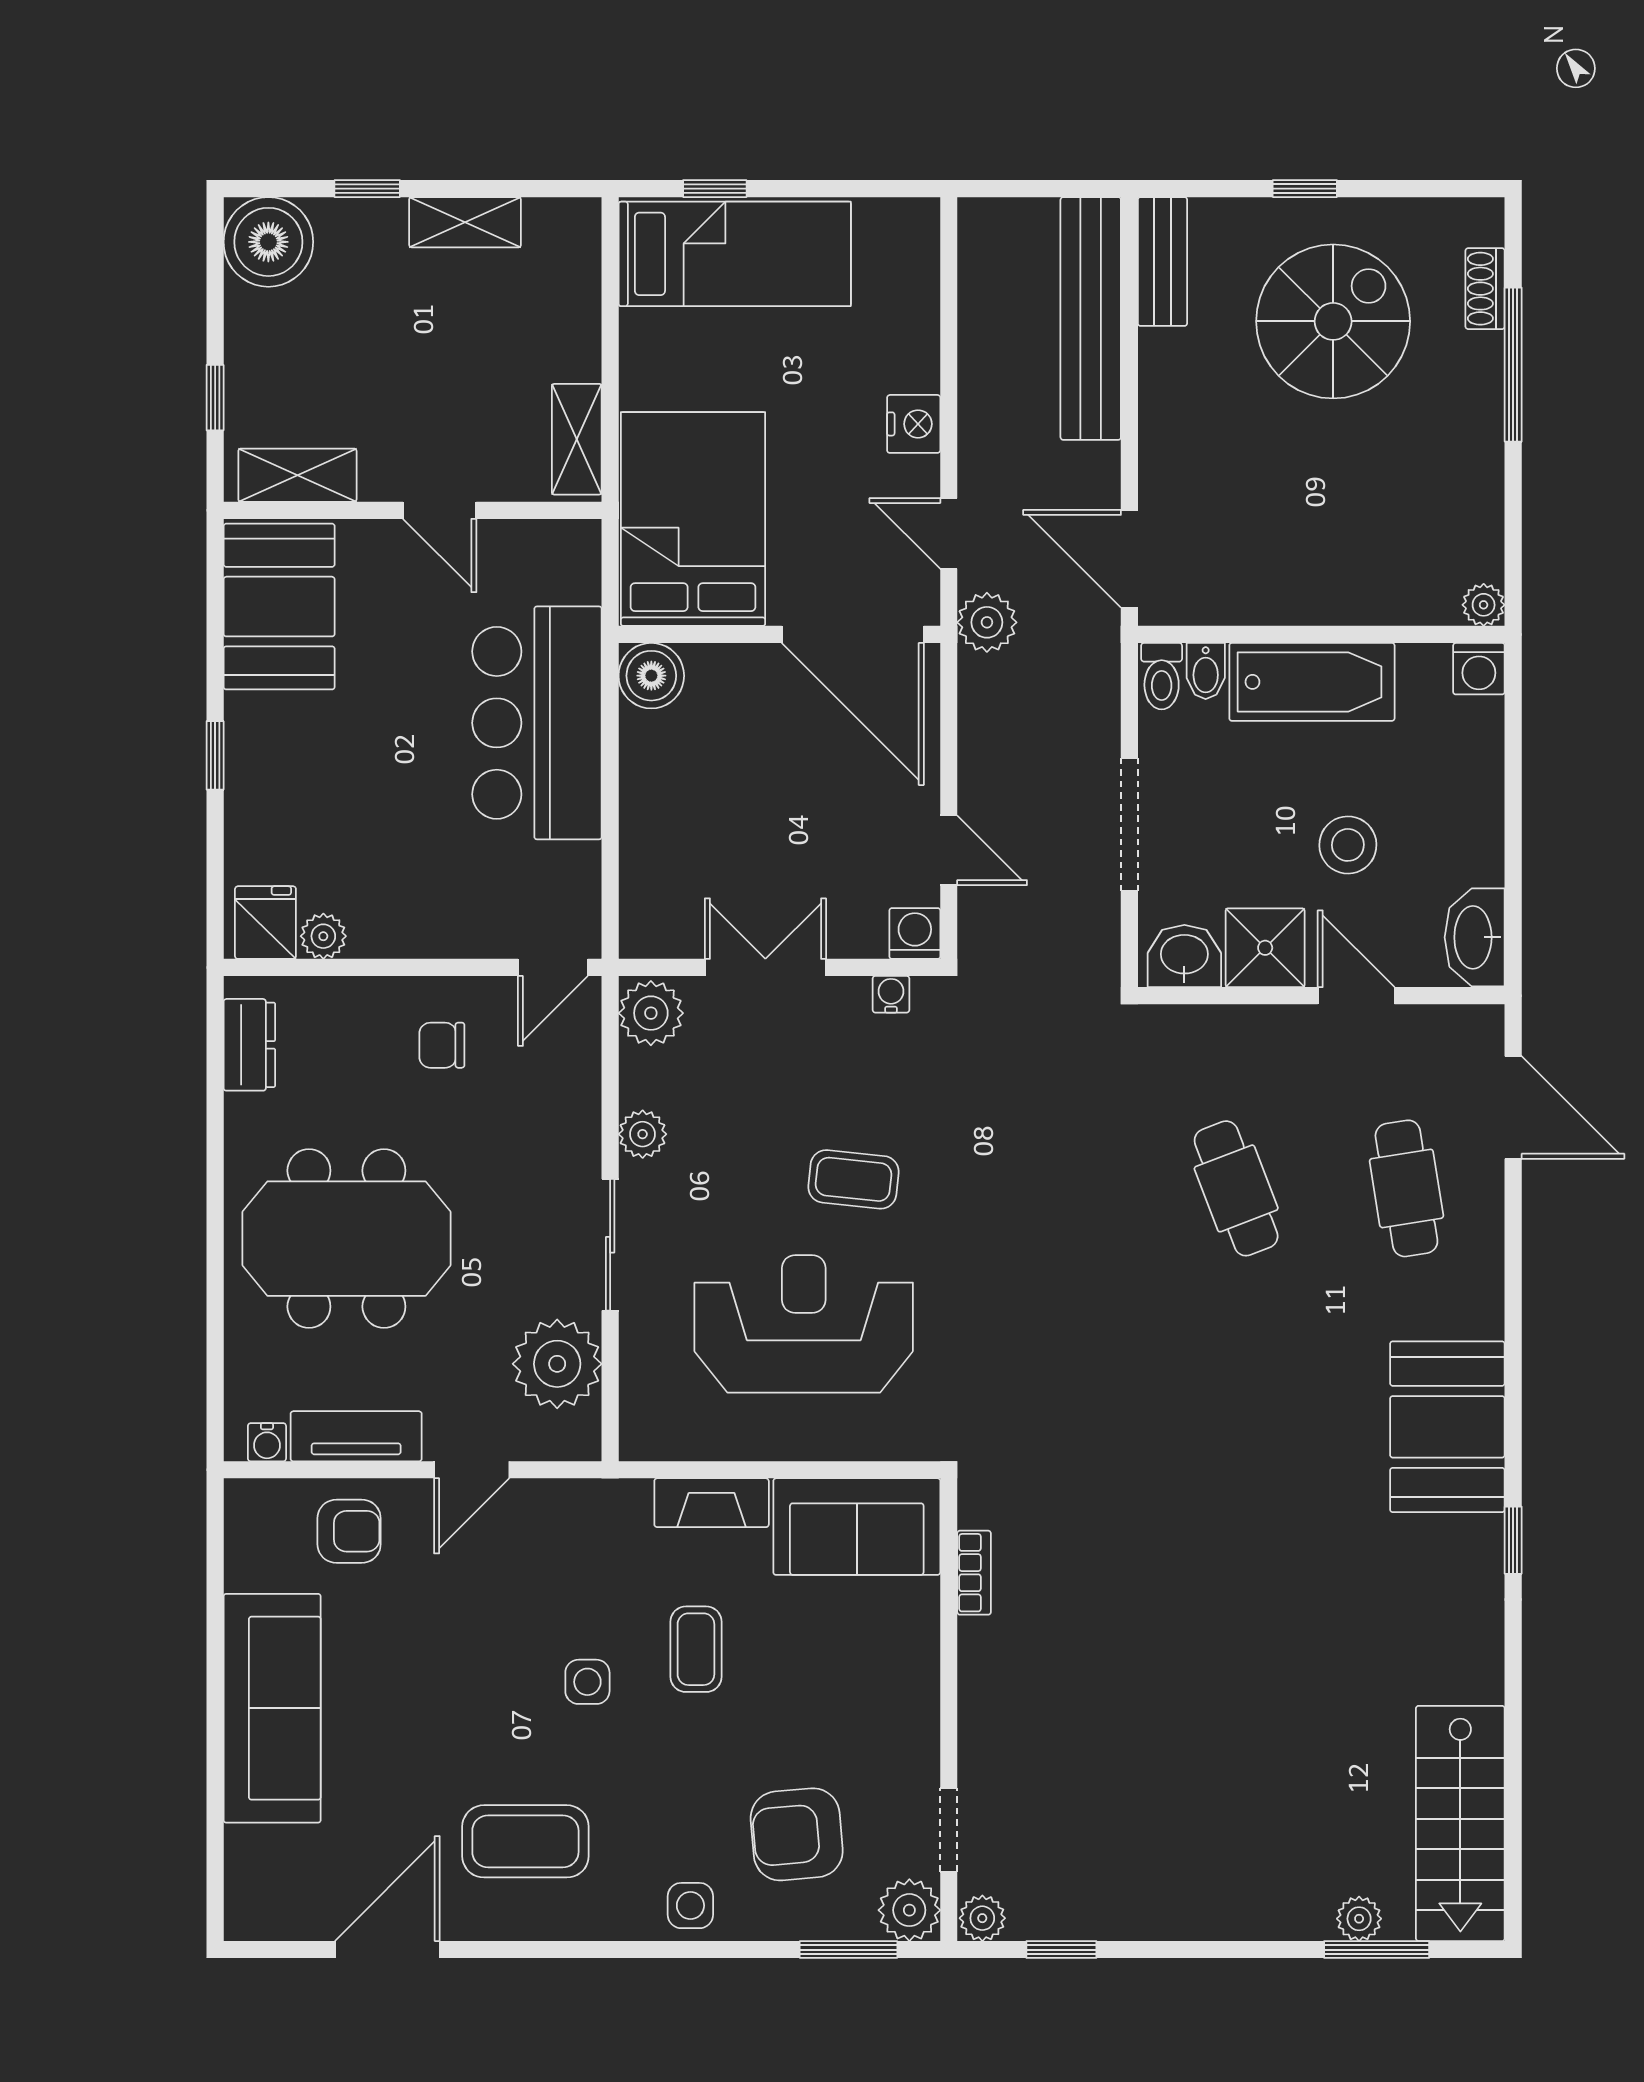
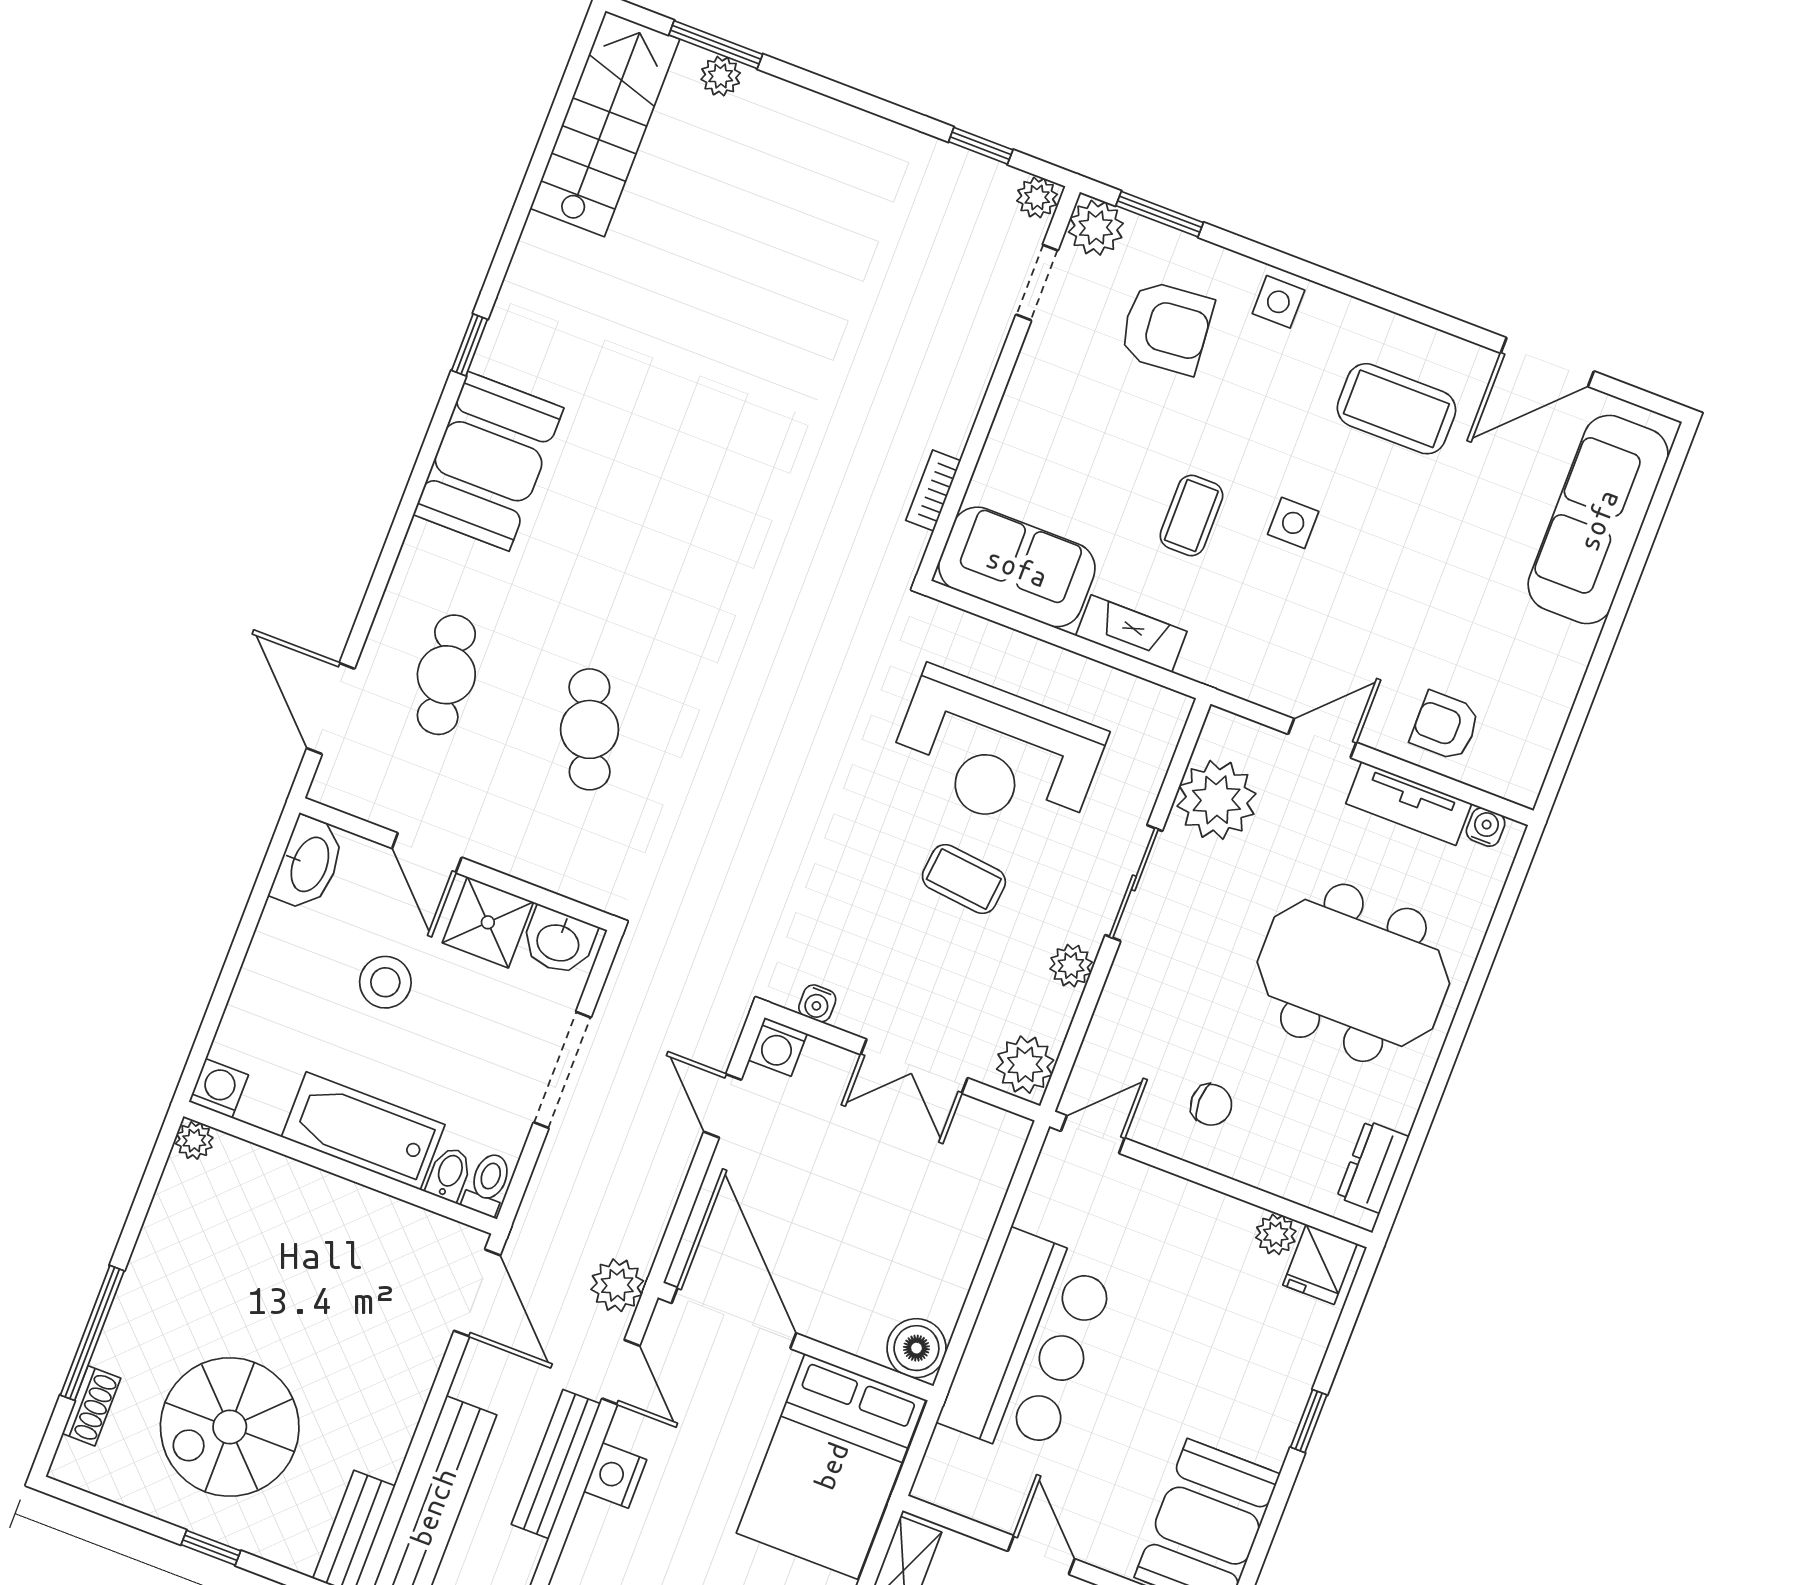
bench: (980, 412) -> (556, 1464), added
coffee table: (853, 1179) -> (964, 879), moved
sofa: (272, 1708) -> (1598, 520), moved

